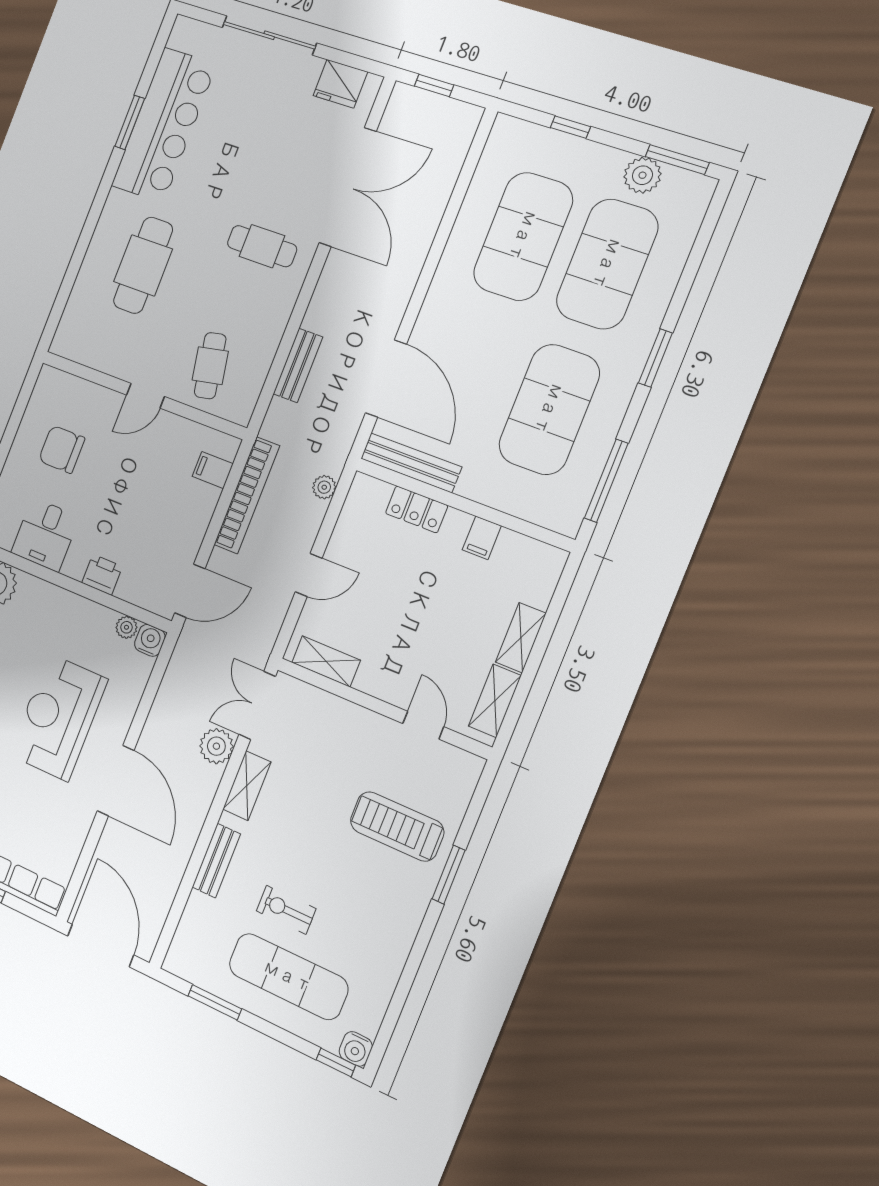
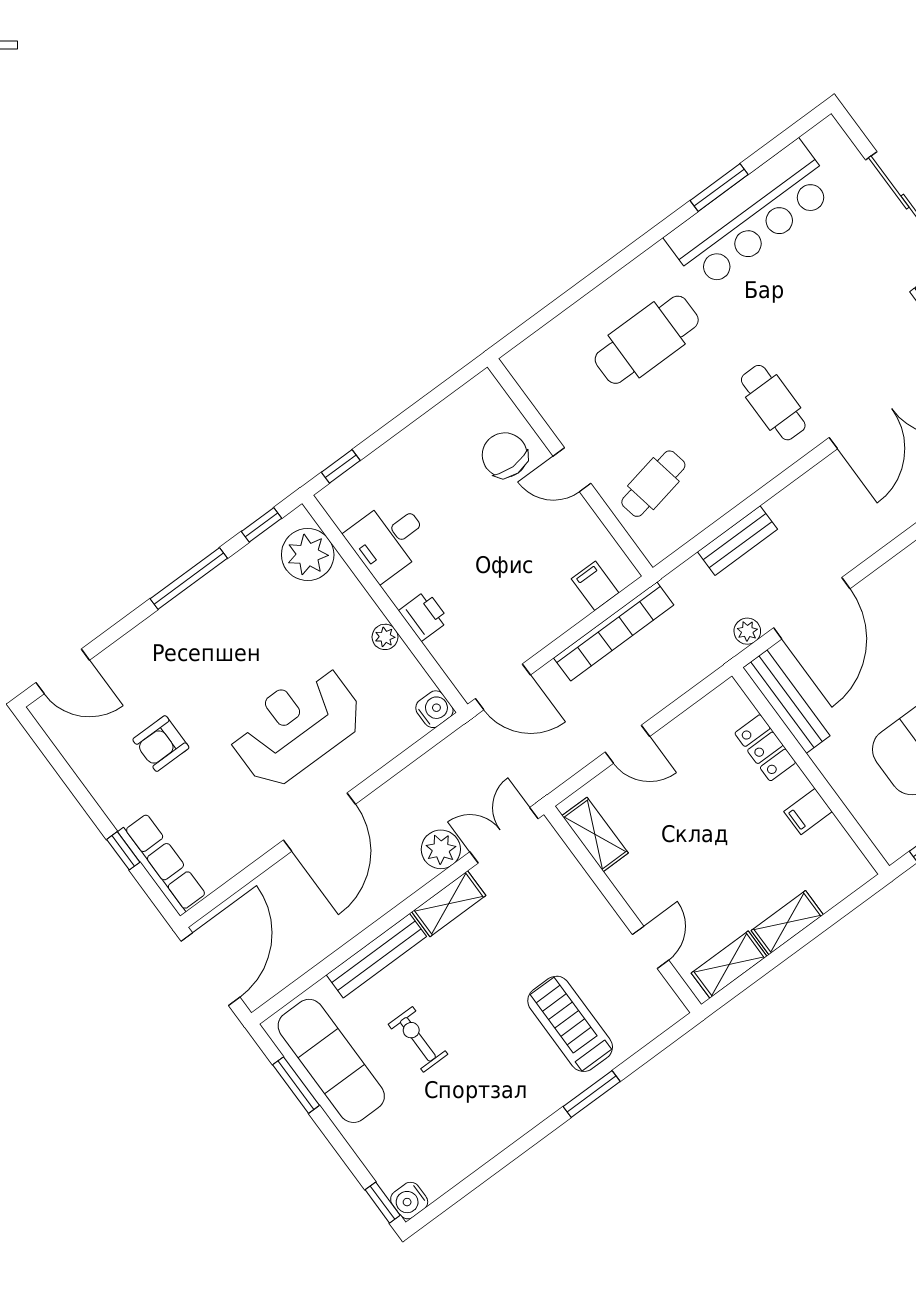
chair: (62, 449) -> (505, 455), moved
plant: (324, 487) -> (747, 631), moved
plant: (126, 627) -> (385, 637), moved
bench: (216, 861) -> (376, 956), width x1.36
exercise mat: (288, 976) -> (331, 1061), moved

